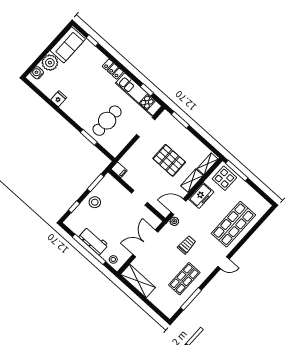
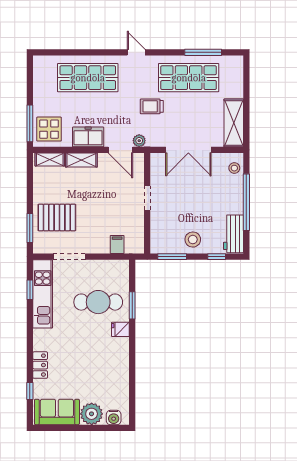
locker: (113, 69) -> (40, 365), moved
fridge: (59, 99) -> (120, 329), moved
pallet: (169, 160) -> (57, 218), moved, turned 90
filing cabinet: (119, 170) -> (117, 244), moved
workbench: (94, 241) -> (233, 234), moved
shop shelf: (184, 279) -> (189, 78), width x1.43, depth x1.36

